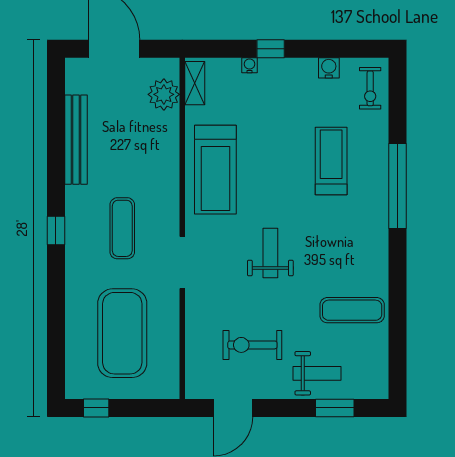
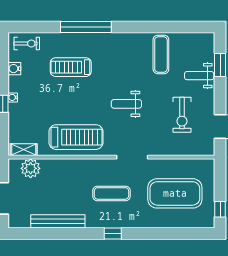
water cooler: (249, 65) -> (13, 97), moved
weight bench: (317, 373) -> (199, 76), turned -90

